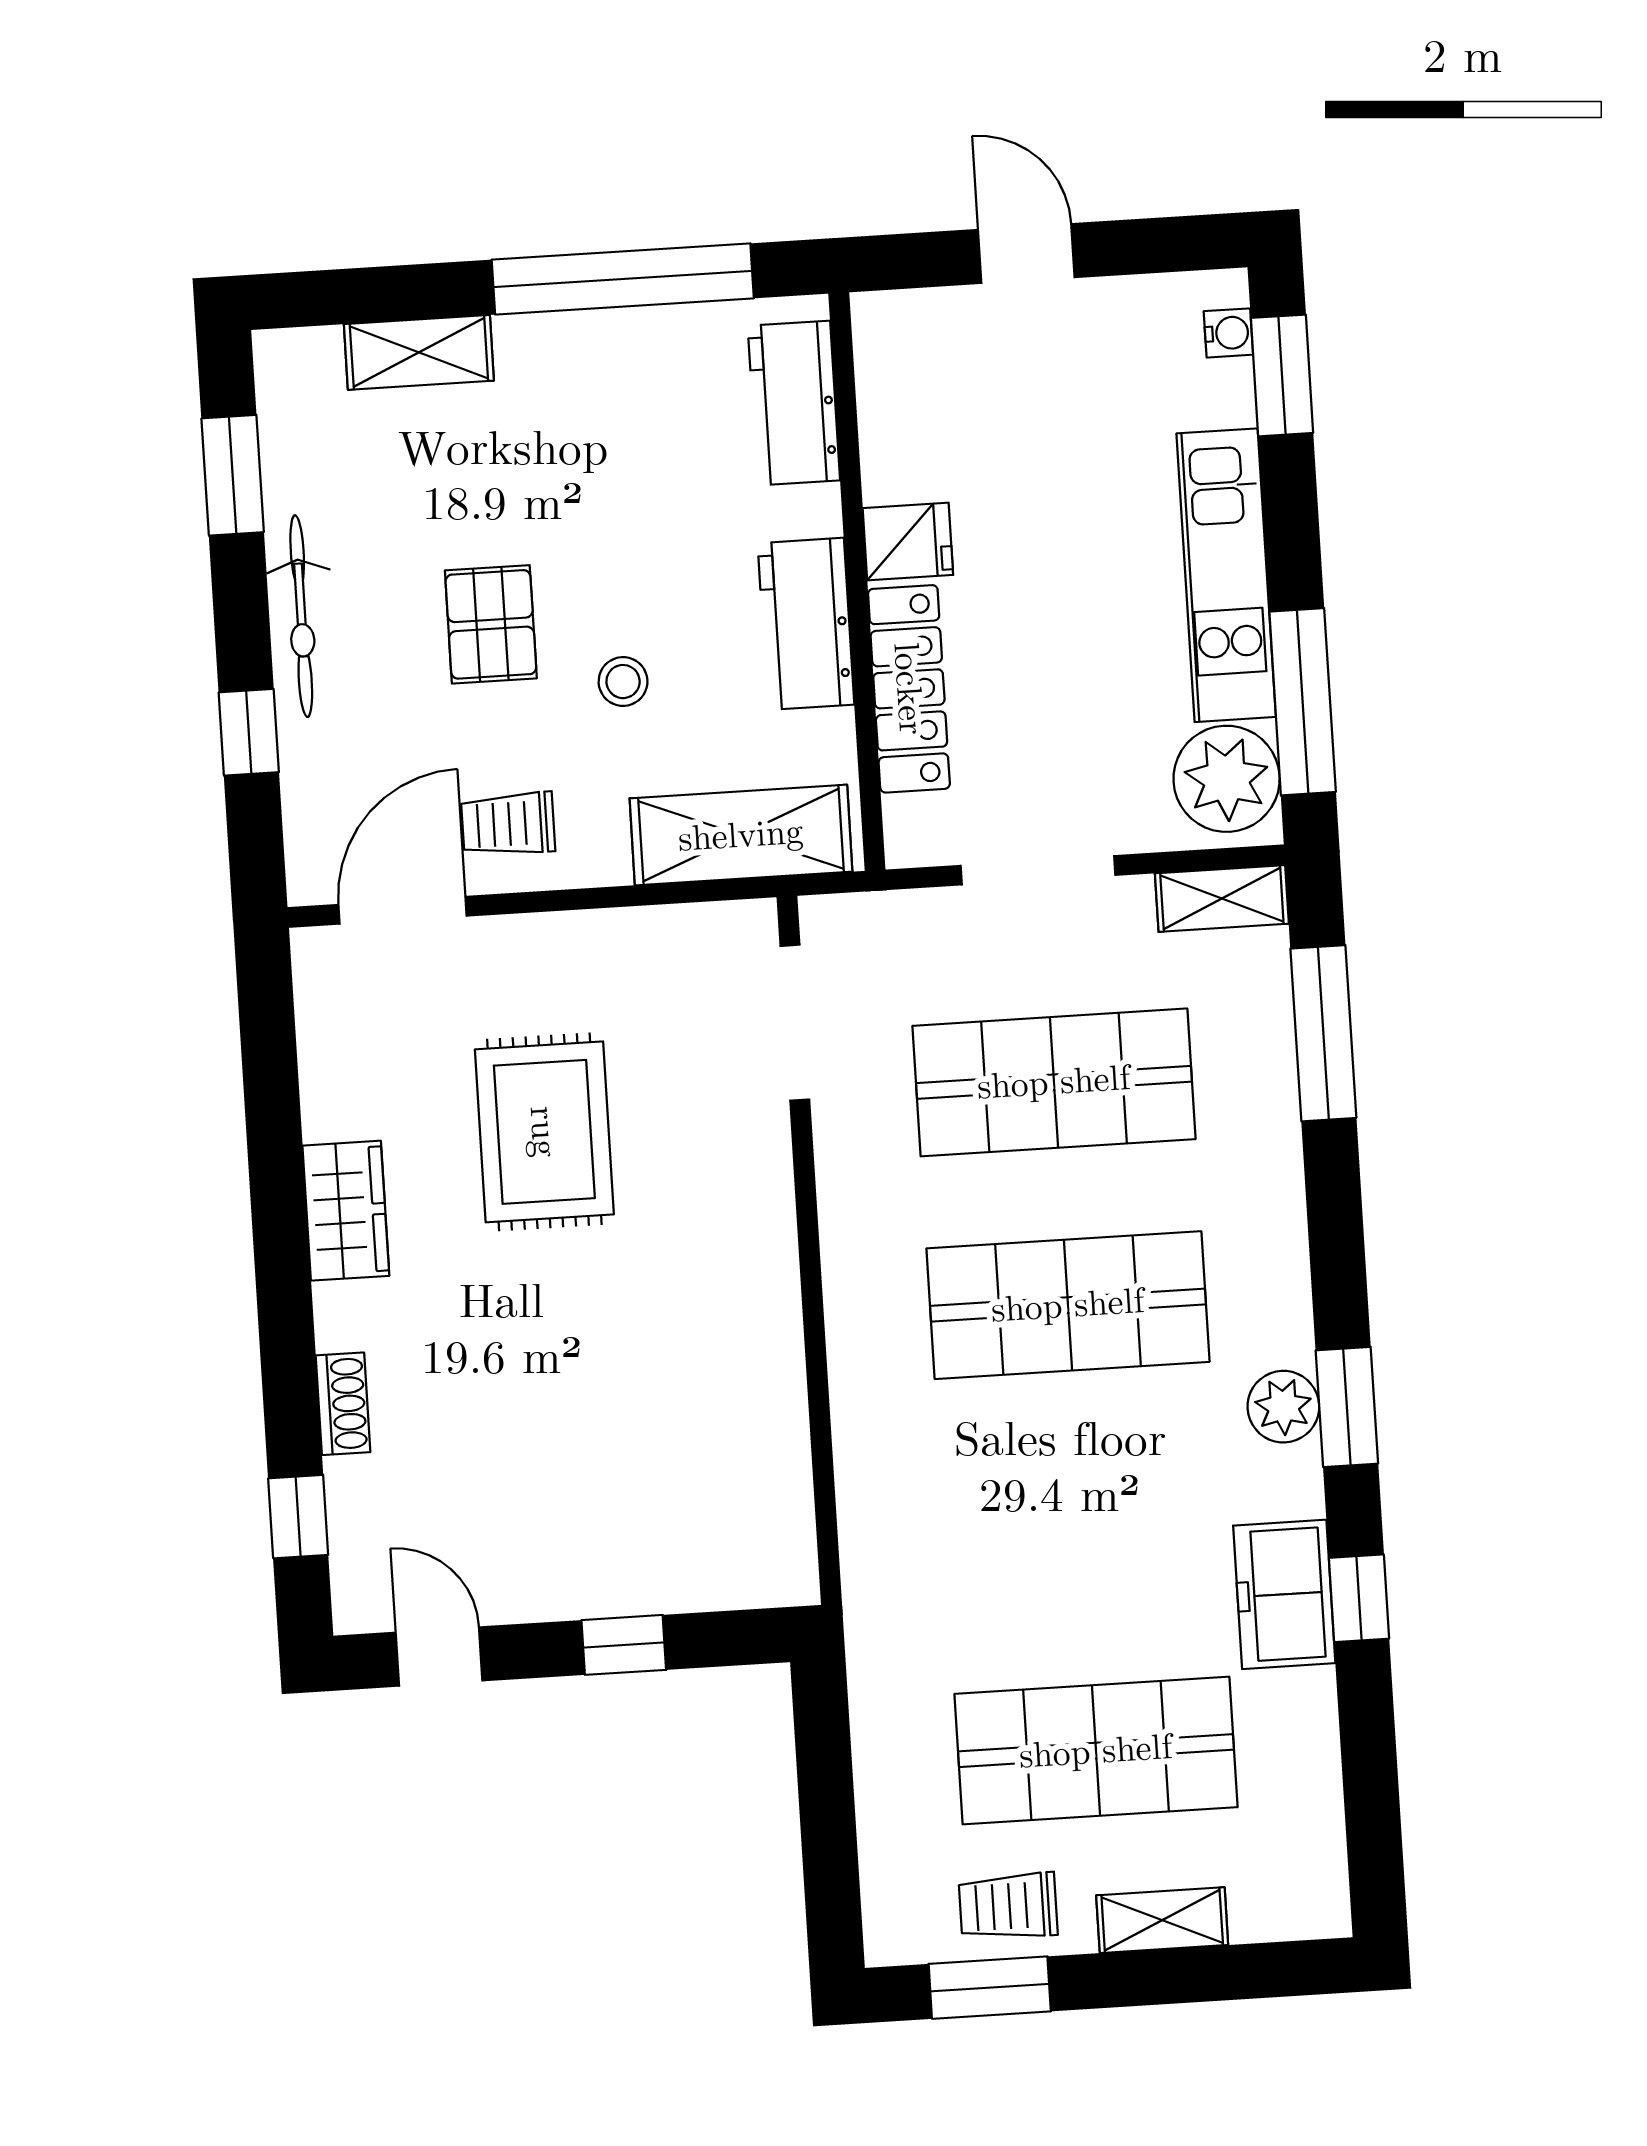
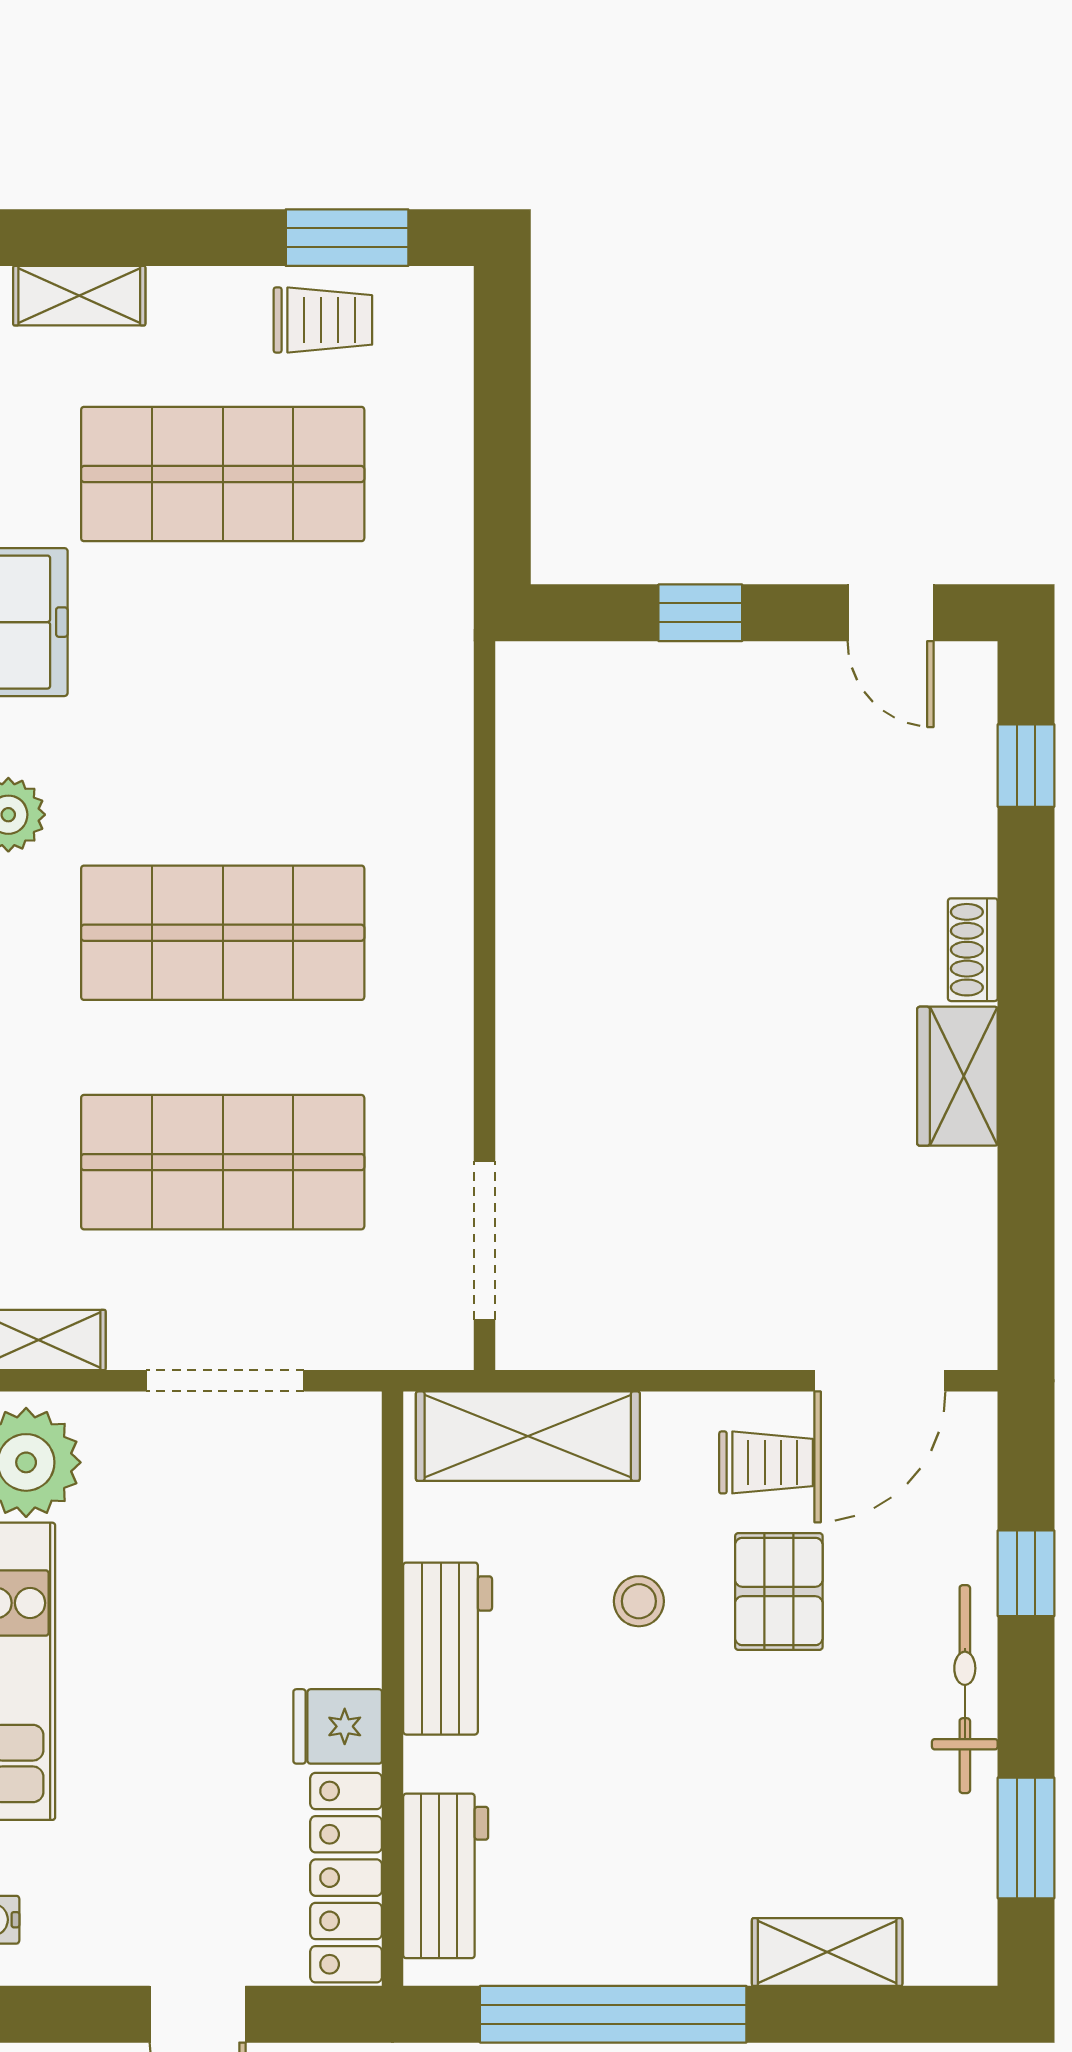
pallet: (491, 624) -> (779, 1591), moved
locker: (909, 689) -> (346, 1878), moved
rug: (544, 1132) -> (749, 1144), removed
shoe rack: (343, 1404) -> (973, 950), moved
shelving: (1162, 1920) -> (79, 296), moved

